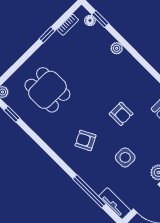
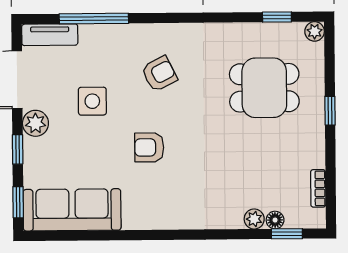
floor lamp: (90, 21) -> (275, 220), moved
window: (47, 35) -> (330, 111), moved
plant: (117, 48) -> (254, 219), moved

